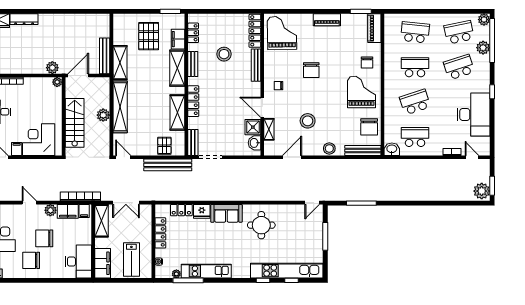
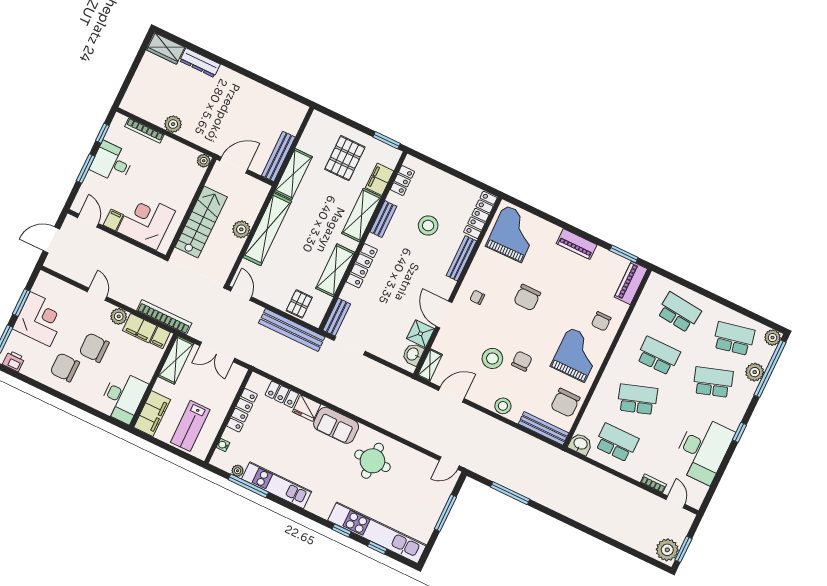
plant: (52, 68) -> (173, 124), moved
chair: (328, 113) -> (522, 361), added
shelving: (269, 129) -> (430, 365), moved

